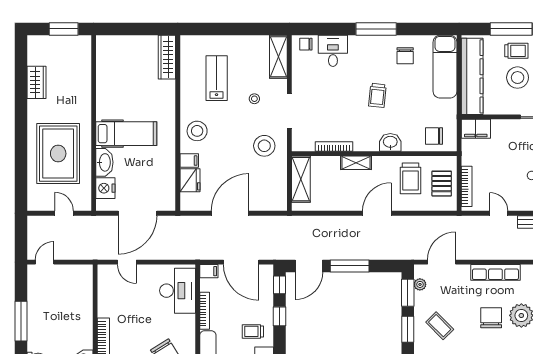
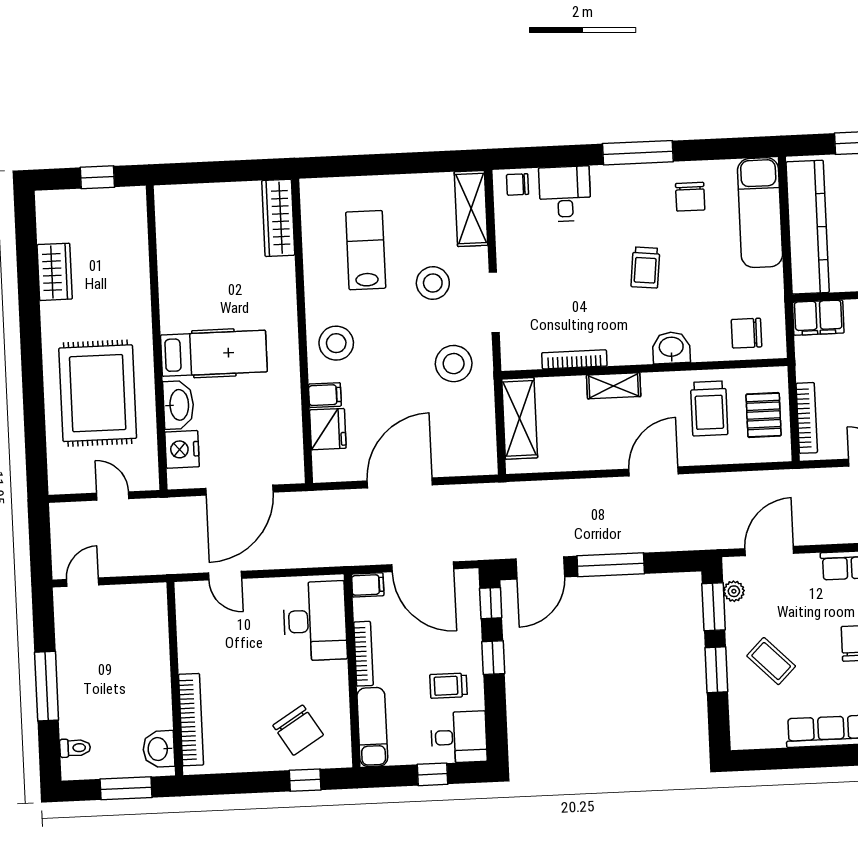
window: (64, 29) -> (97, 177), width x0.67
stool: (254, 99) -> (433, 283), width x1.89, depth x1.89

